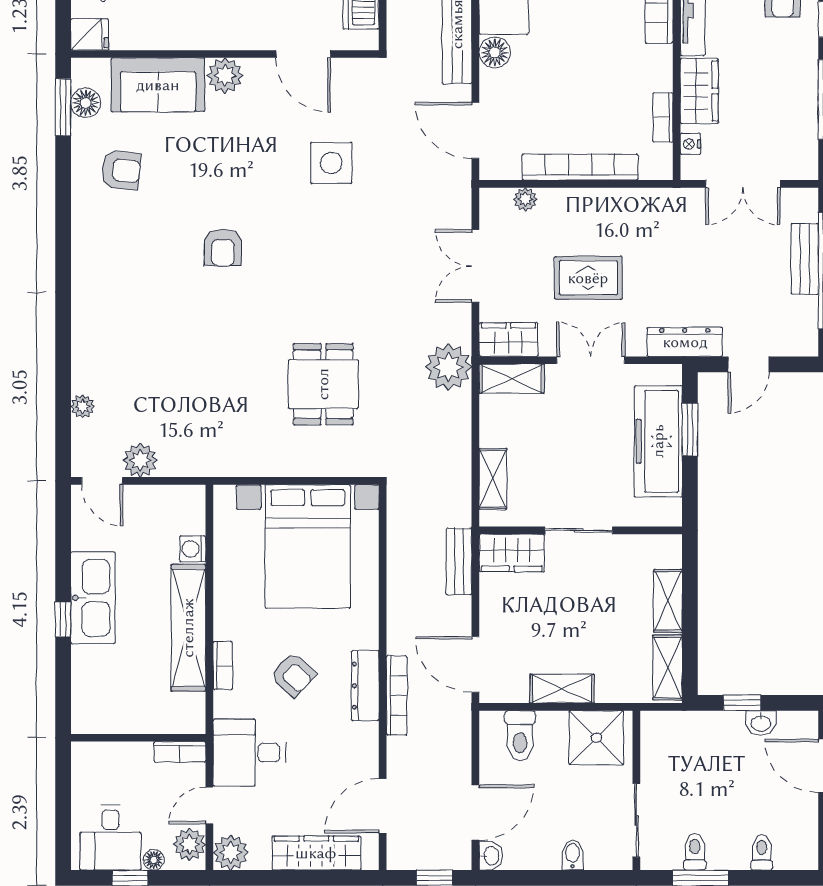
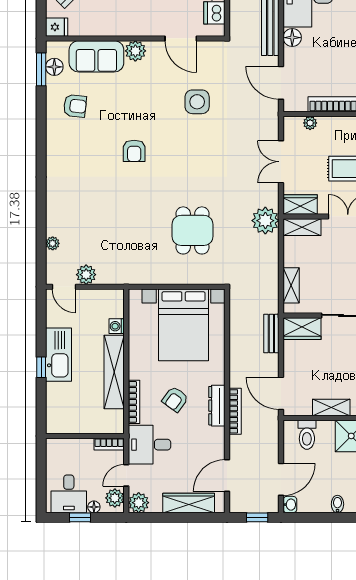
bookcase: (223, 666) -> (134, 402), width x1.56
armchair: (293, 675) -> (175, 399), turned 83

